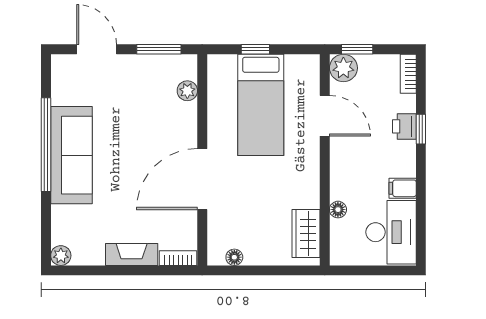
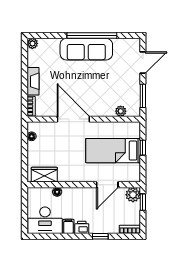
printer: (404, 126) -> (82, 227), moved

